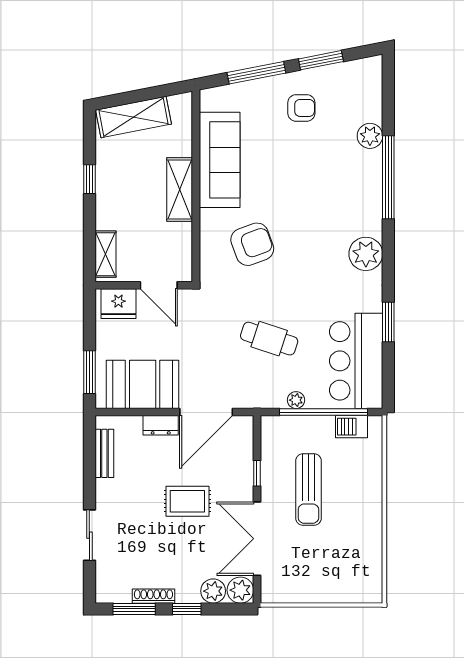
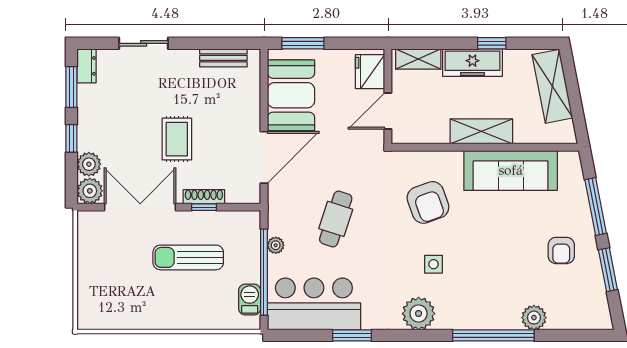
freezer: (109, 199) -> (472, 63), added
side table: (315, 239) -> (434, 264), added
door: (206, 412) -> (264, 157), swing flipped
dresser: (161, 425) -> (86, 66), moved, turned 180
shoe rack: (153, 596) -> (204, 197), moved, turned -90

